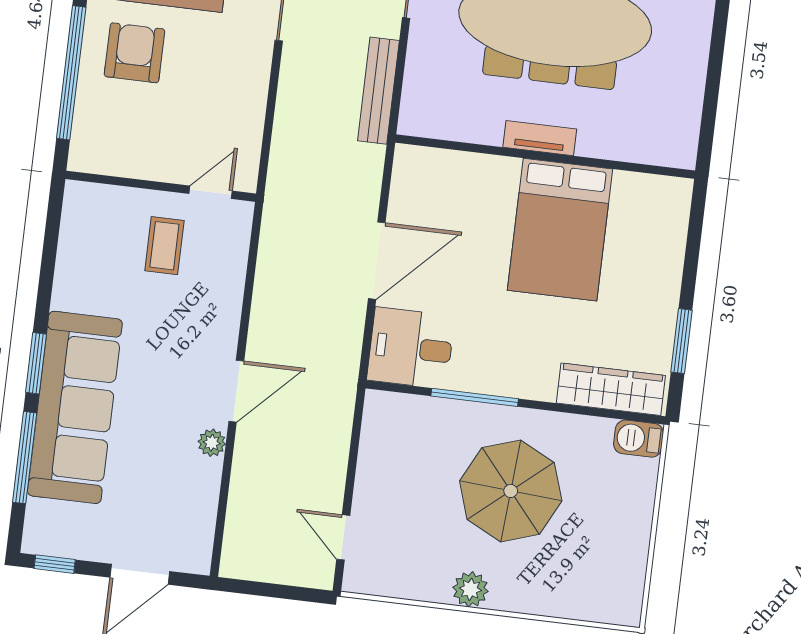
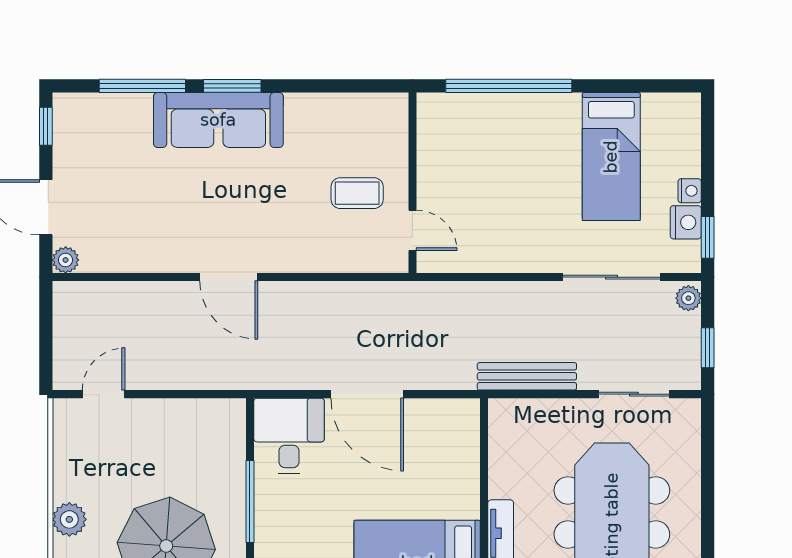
armchair: (134, 53) -> (535, 143), removed
sofa: (75, 407) -> (218, 120), width x0.74, depth x0.79
plant: (212, 443) -> (66, 260), moved

